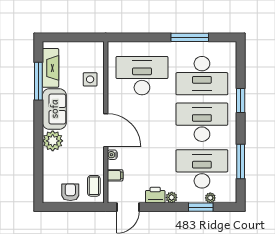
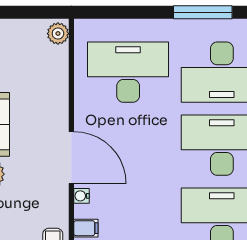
plant: (97, 51) -> (58, 34), added
side table: (90, 79) -> (47, 78), removed

